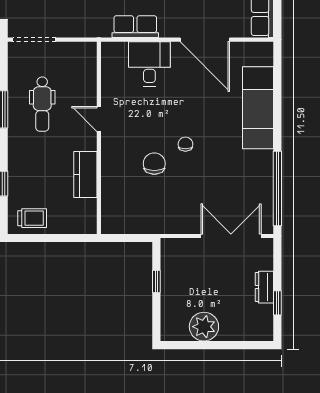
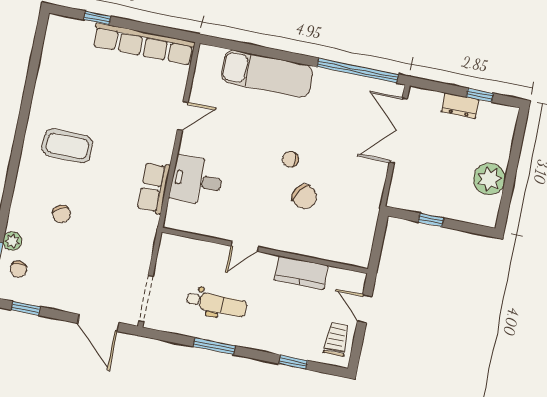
door: (205, 40) -> (183, 116), width x0.53
chair: (154, 164) -> (304, 197), turned -142
door: (65, 238) -> (365, 309), added

